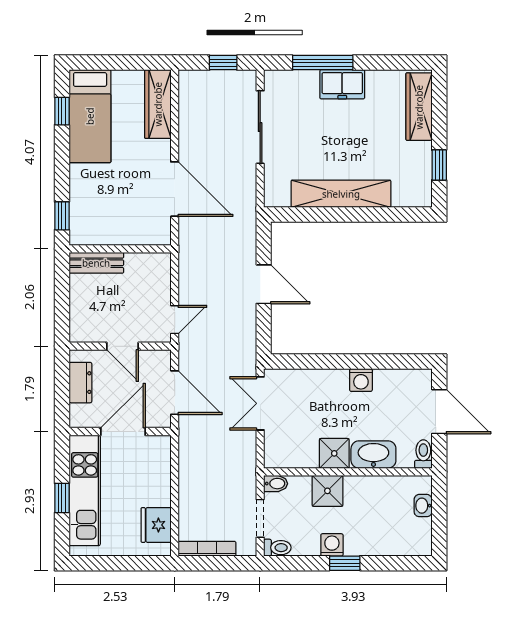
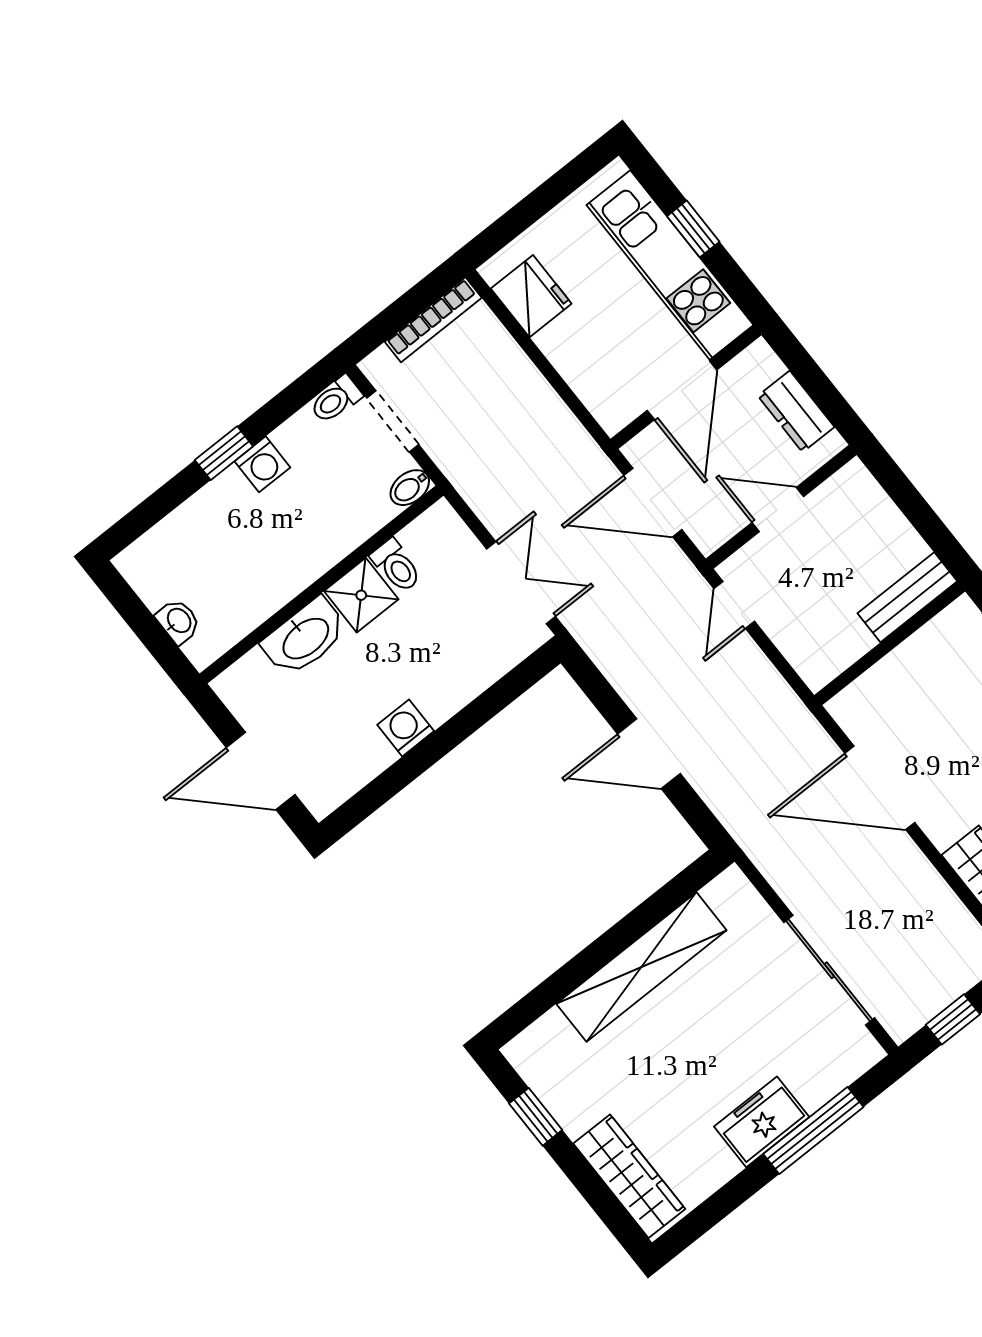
toilet: (423, 454) -> (396, 566), moved
shower: (327, 491) -> (329, 535), removed

